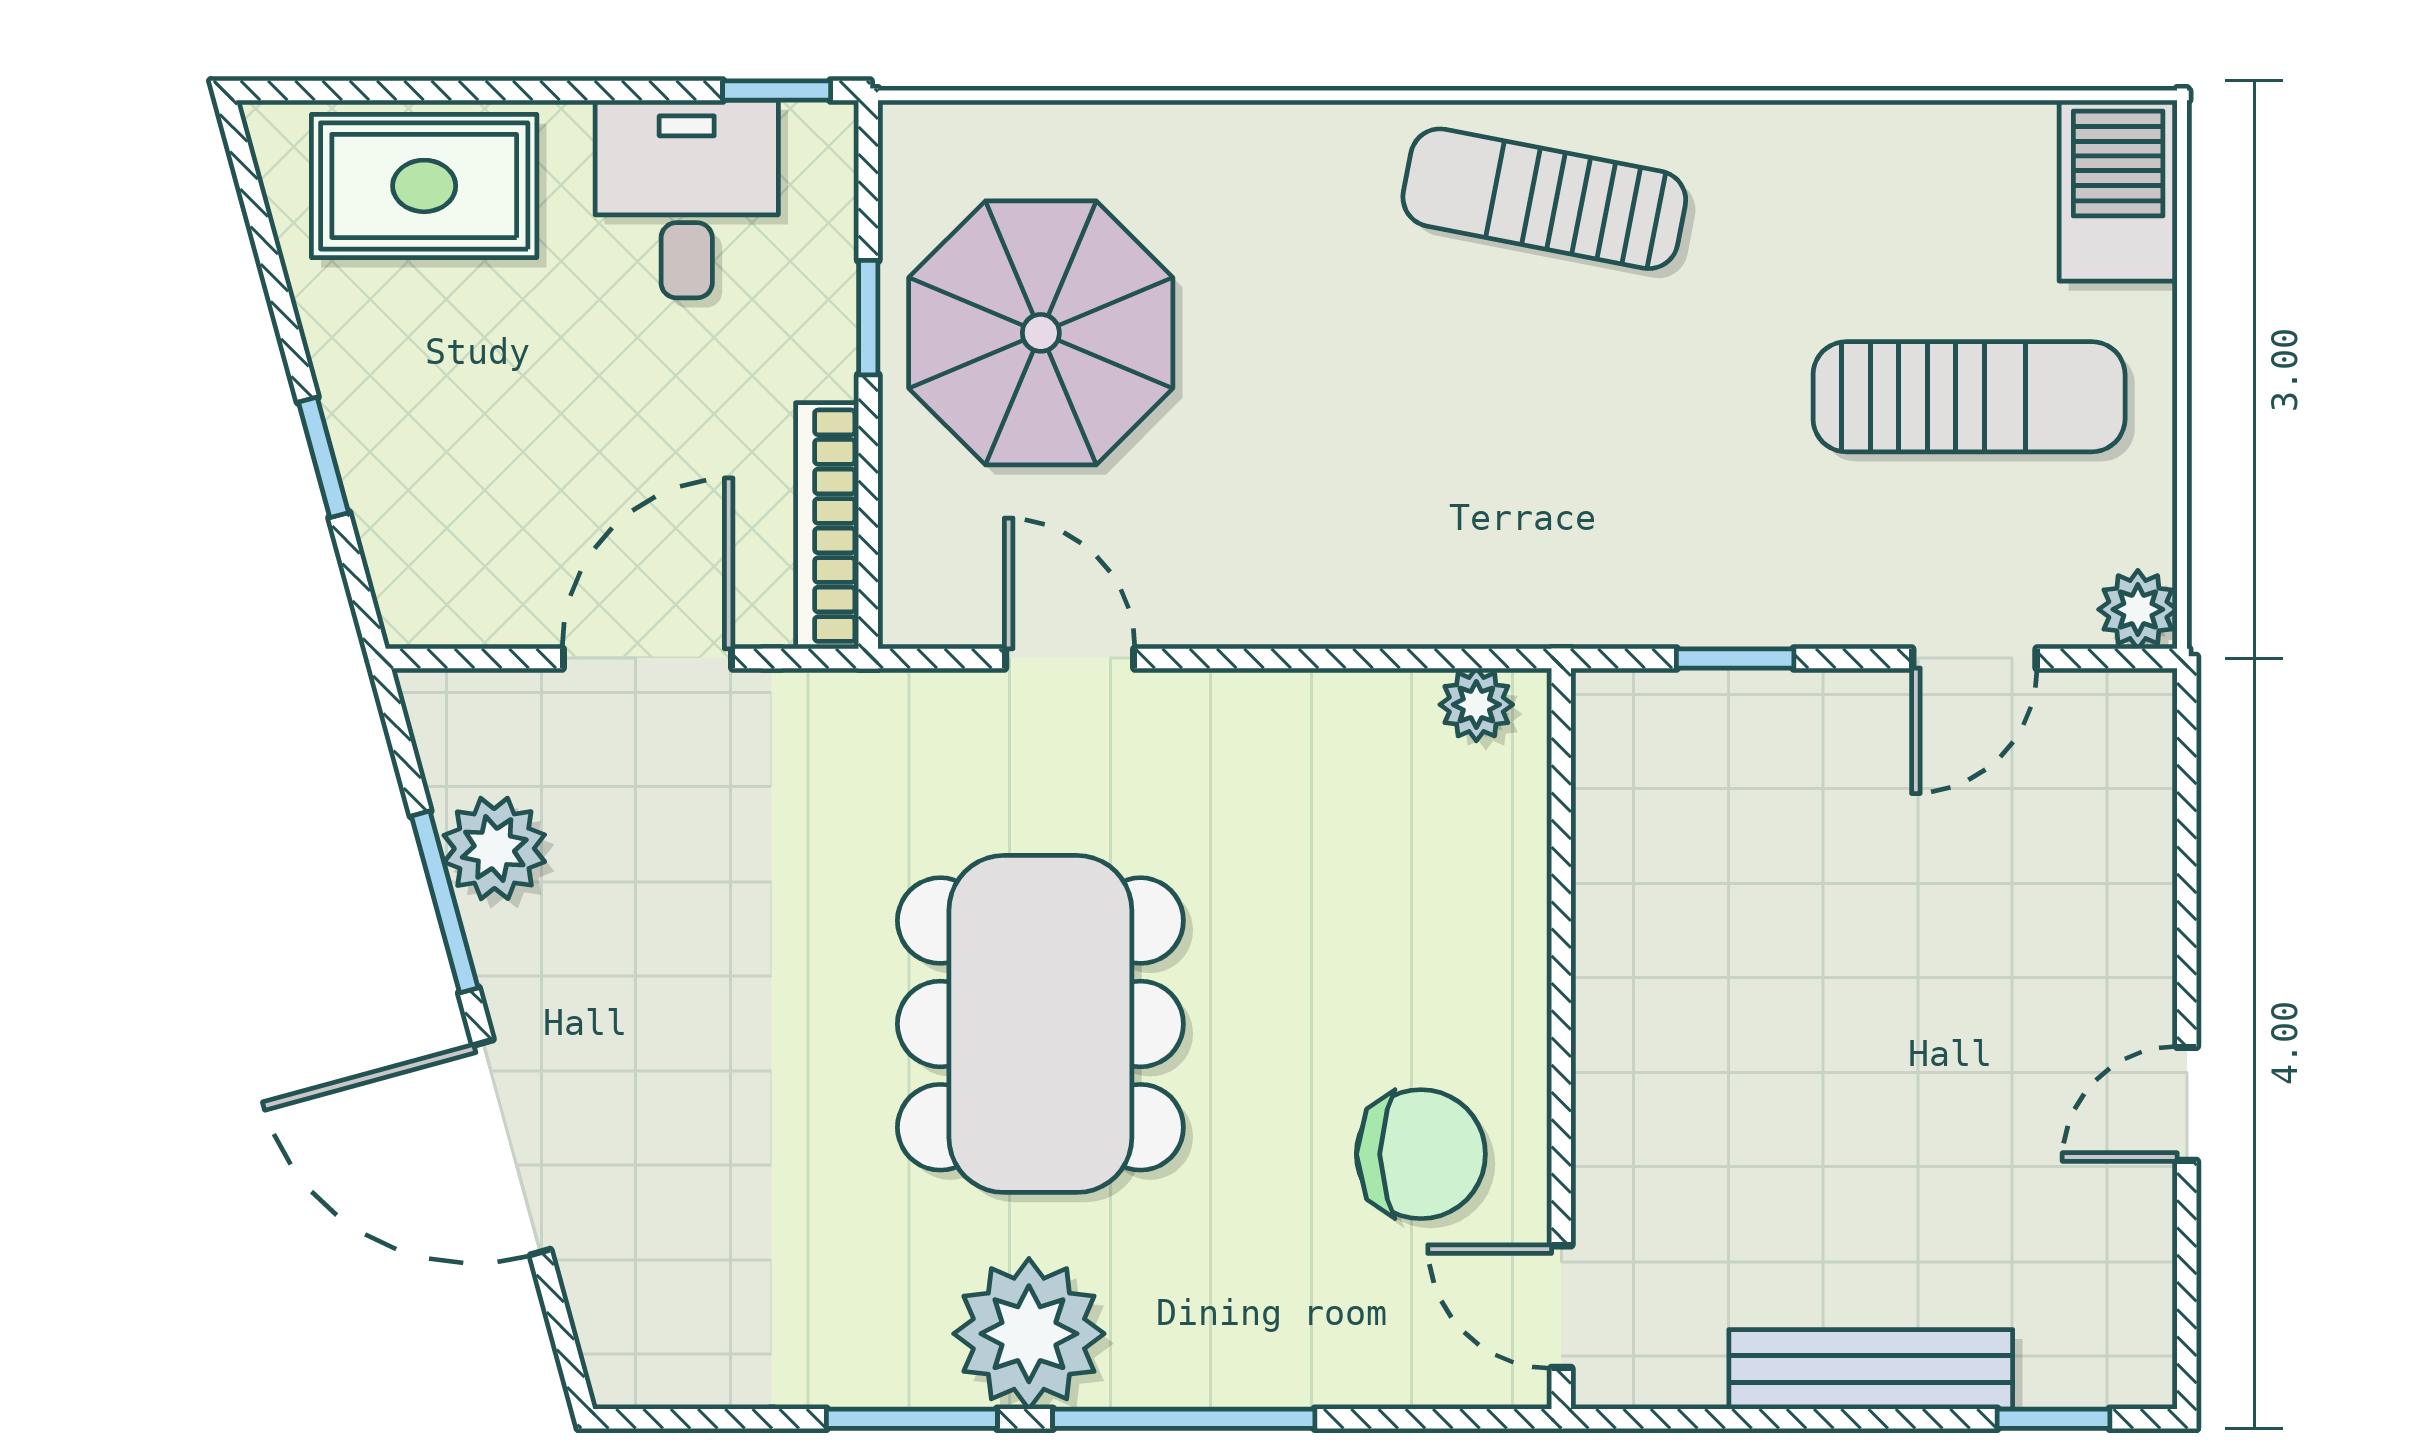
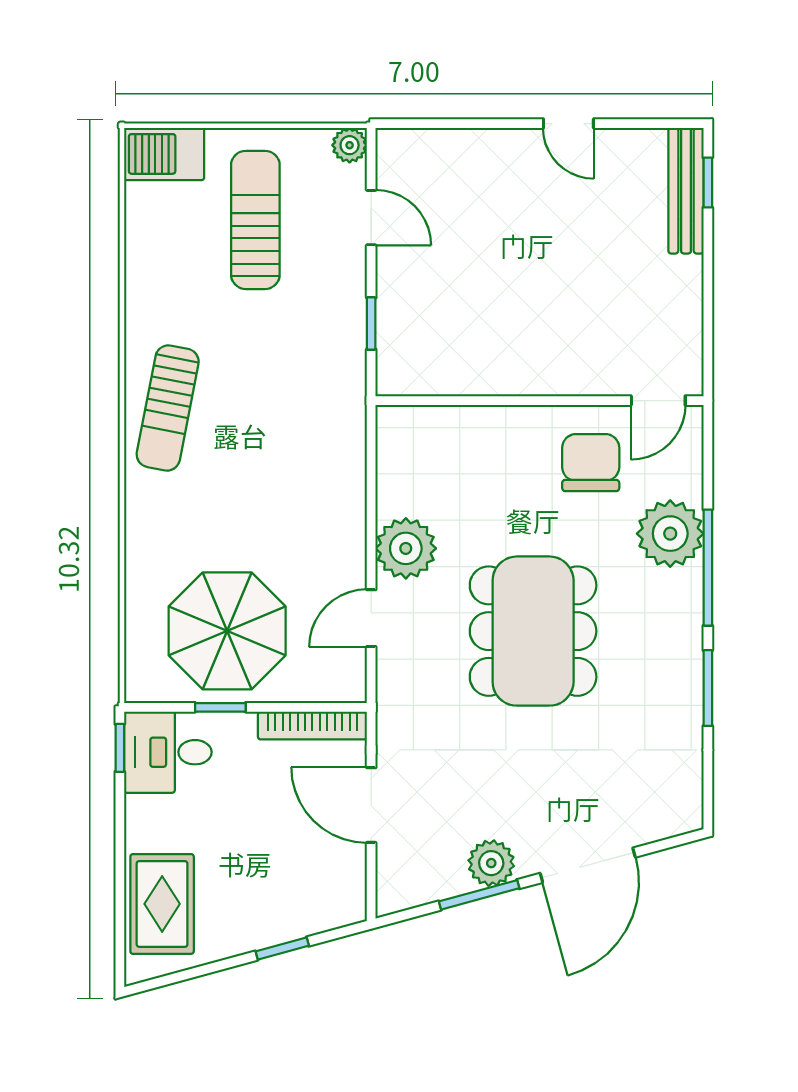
desk: (687, 199) -> (168, 752), moved
plant: (1476, 705) -> (406, 548), moved, width x1.88, depth x1.88
plant: (494, 848) -> (491, 863), moved
dining table: (1040, 1024) -> (533, 631), turned 90
plant: (1029, 1334) -> (670, 534), moved
bench: (1871, 1369) -> (686, 191), moved

